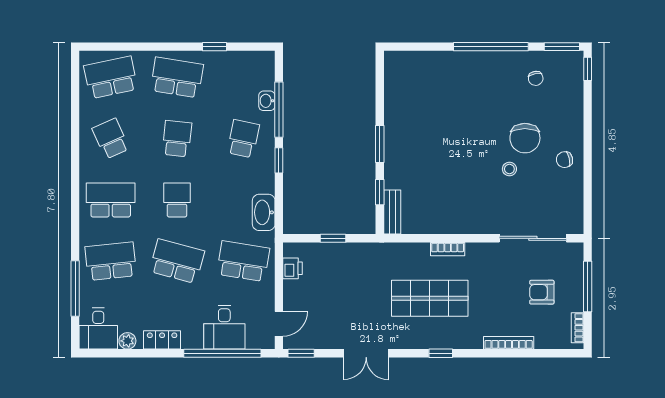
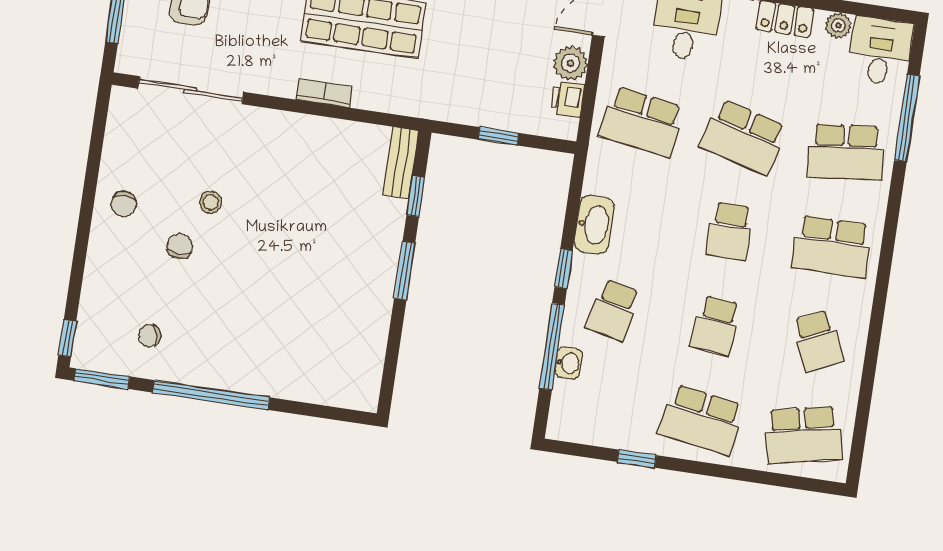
chair: (536, 78) -> (149, 336), turned -87
chair: (525, 138) -> (180, 246), width x0.54, depth x0.54
chair: (564, 160) -> (124, 204), turned 103
washbasin: (264, 212) -> (594, 225), moved
plant: (294, 292) -> (571, 63), added

